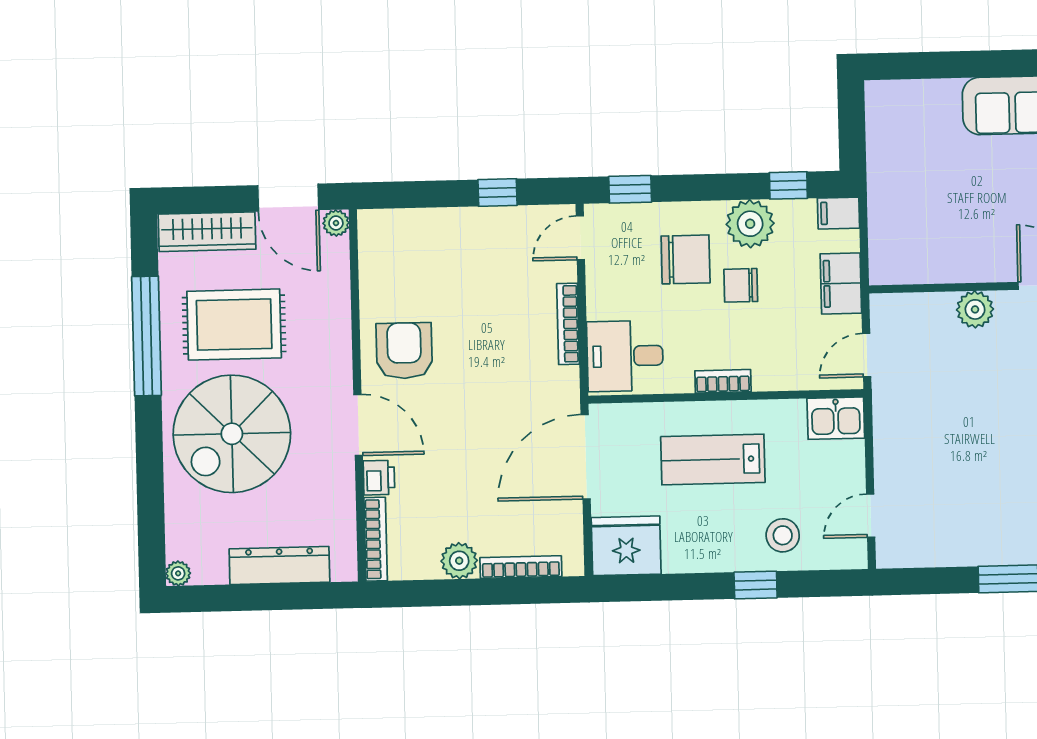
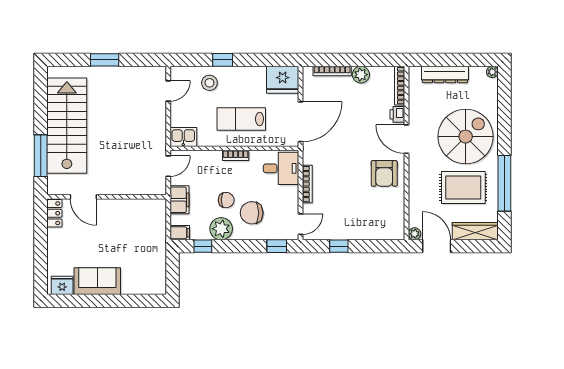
plant: (975, 309) -> (117, 186), removed
lab bench: (713, 460) -> (241, 119), turned 180

